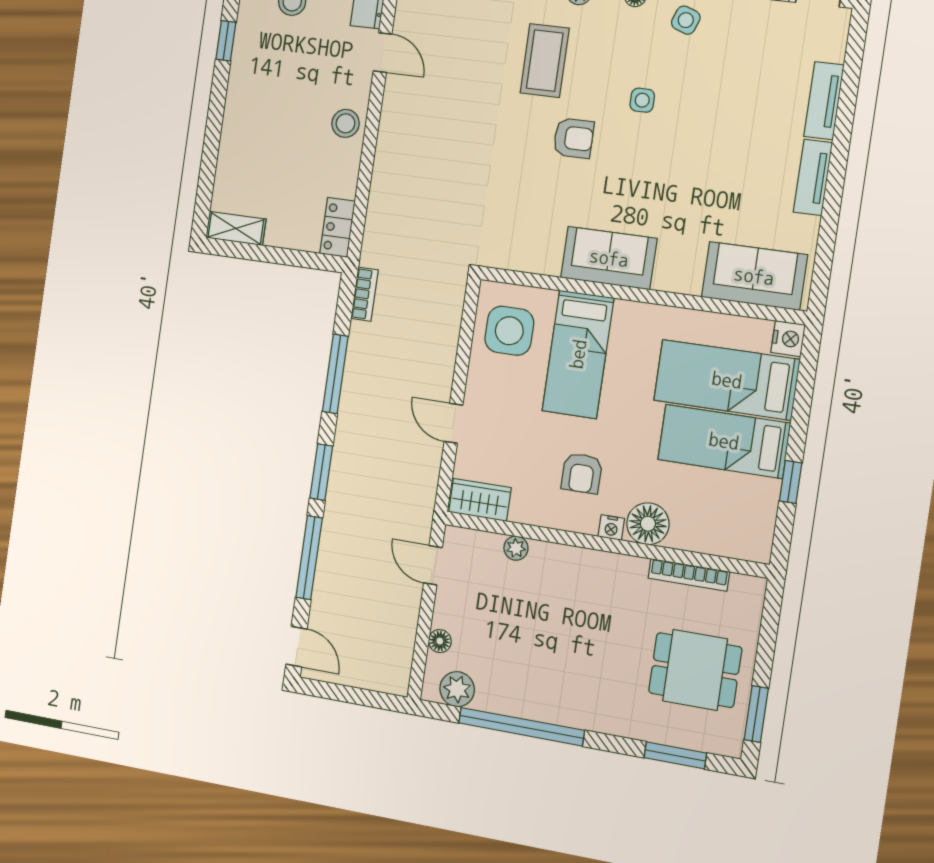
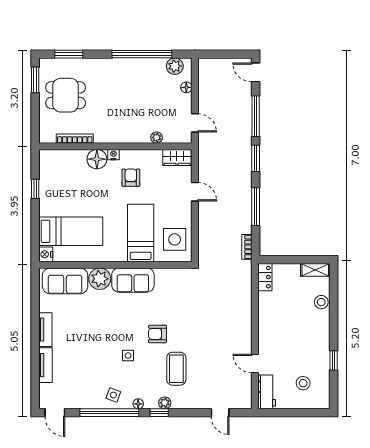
stool: (346, 123) -> (321, 302), moved
plant: (679, 270) -> (100, 279), added
bed: (724, 441) -> (68, 203), removed

